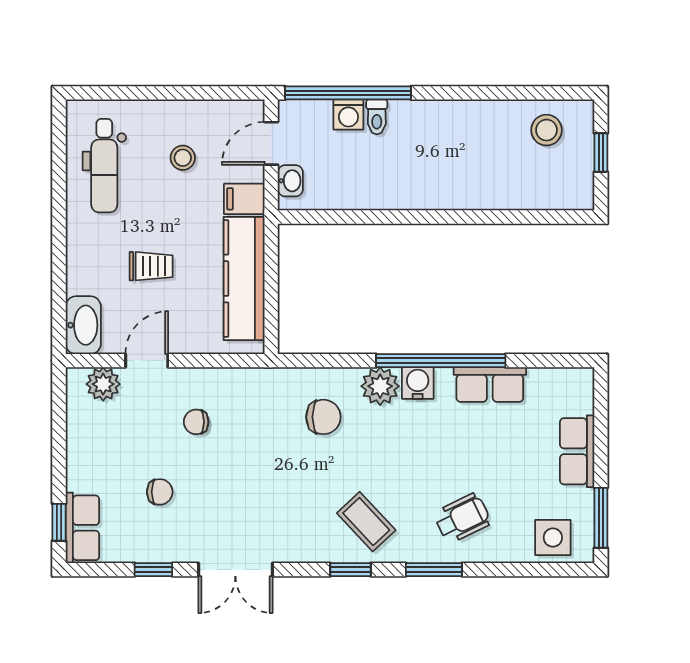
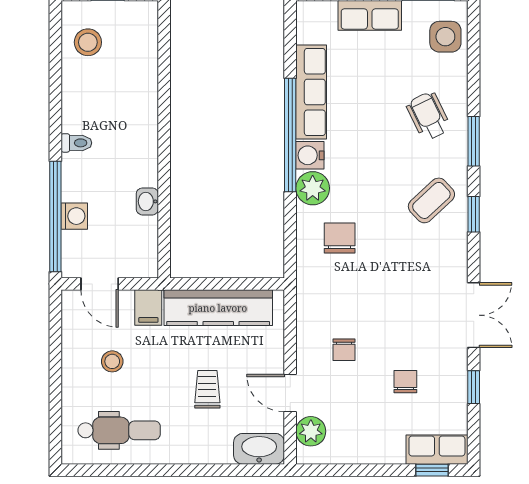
toilet: (377, 117) -> (76, 143), moved
washbasin: (290, 181) -> (147, 201), moved, turned -90
row of seats: (490, 385) -> (311, 92), width x1.48

